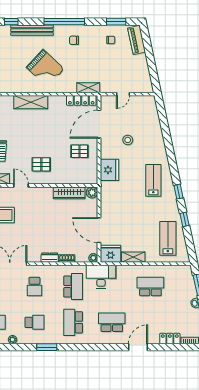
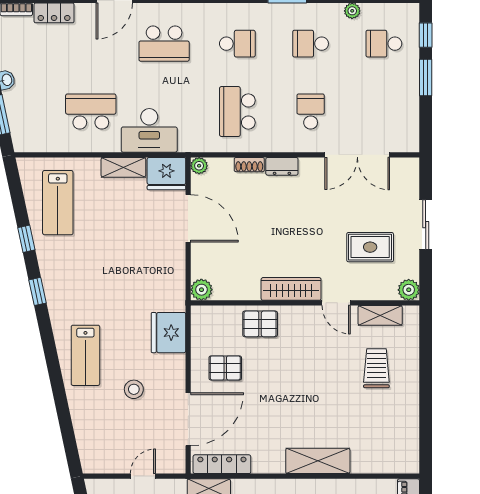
pallet: (41, 164) -> (260, 324), moved
lab bench: (153, 180) -> (85, 355), moved
wardrobe: (69, 193) -> (291, 289), moved
desk: (101, 277) -> (149, 130), moved
school desk: (150, 287) -> (91, 112), turned 180
school desk: (73, 322) -> (237, 44), width x0.54

